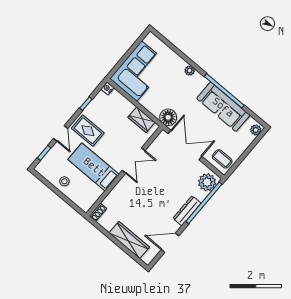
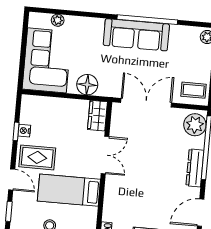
plant: (190, 70) -> (58, 20), moved
nightstand: (107, 88) -> (24, 131), moved
sofa: (223, 107) -> (136, 35), moved
floor lamp: (168, 117) -> (87, 85), moved
wardrobe: (141, 120) -> (97, 116), moved, turned 90

